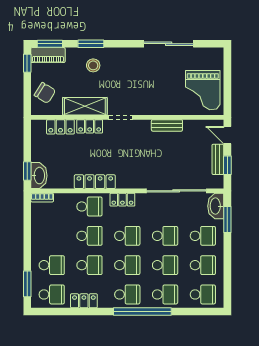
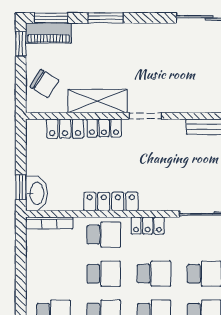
stool: (93, 65) -> (109, 47), removed
bookcase: (42, 198) -> (49, 223), width x1.56

